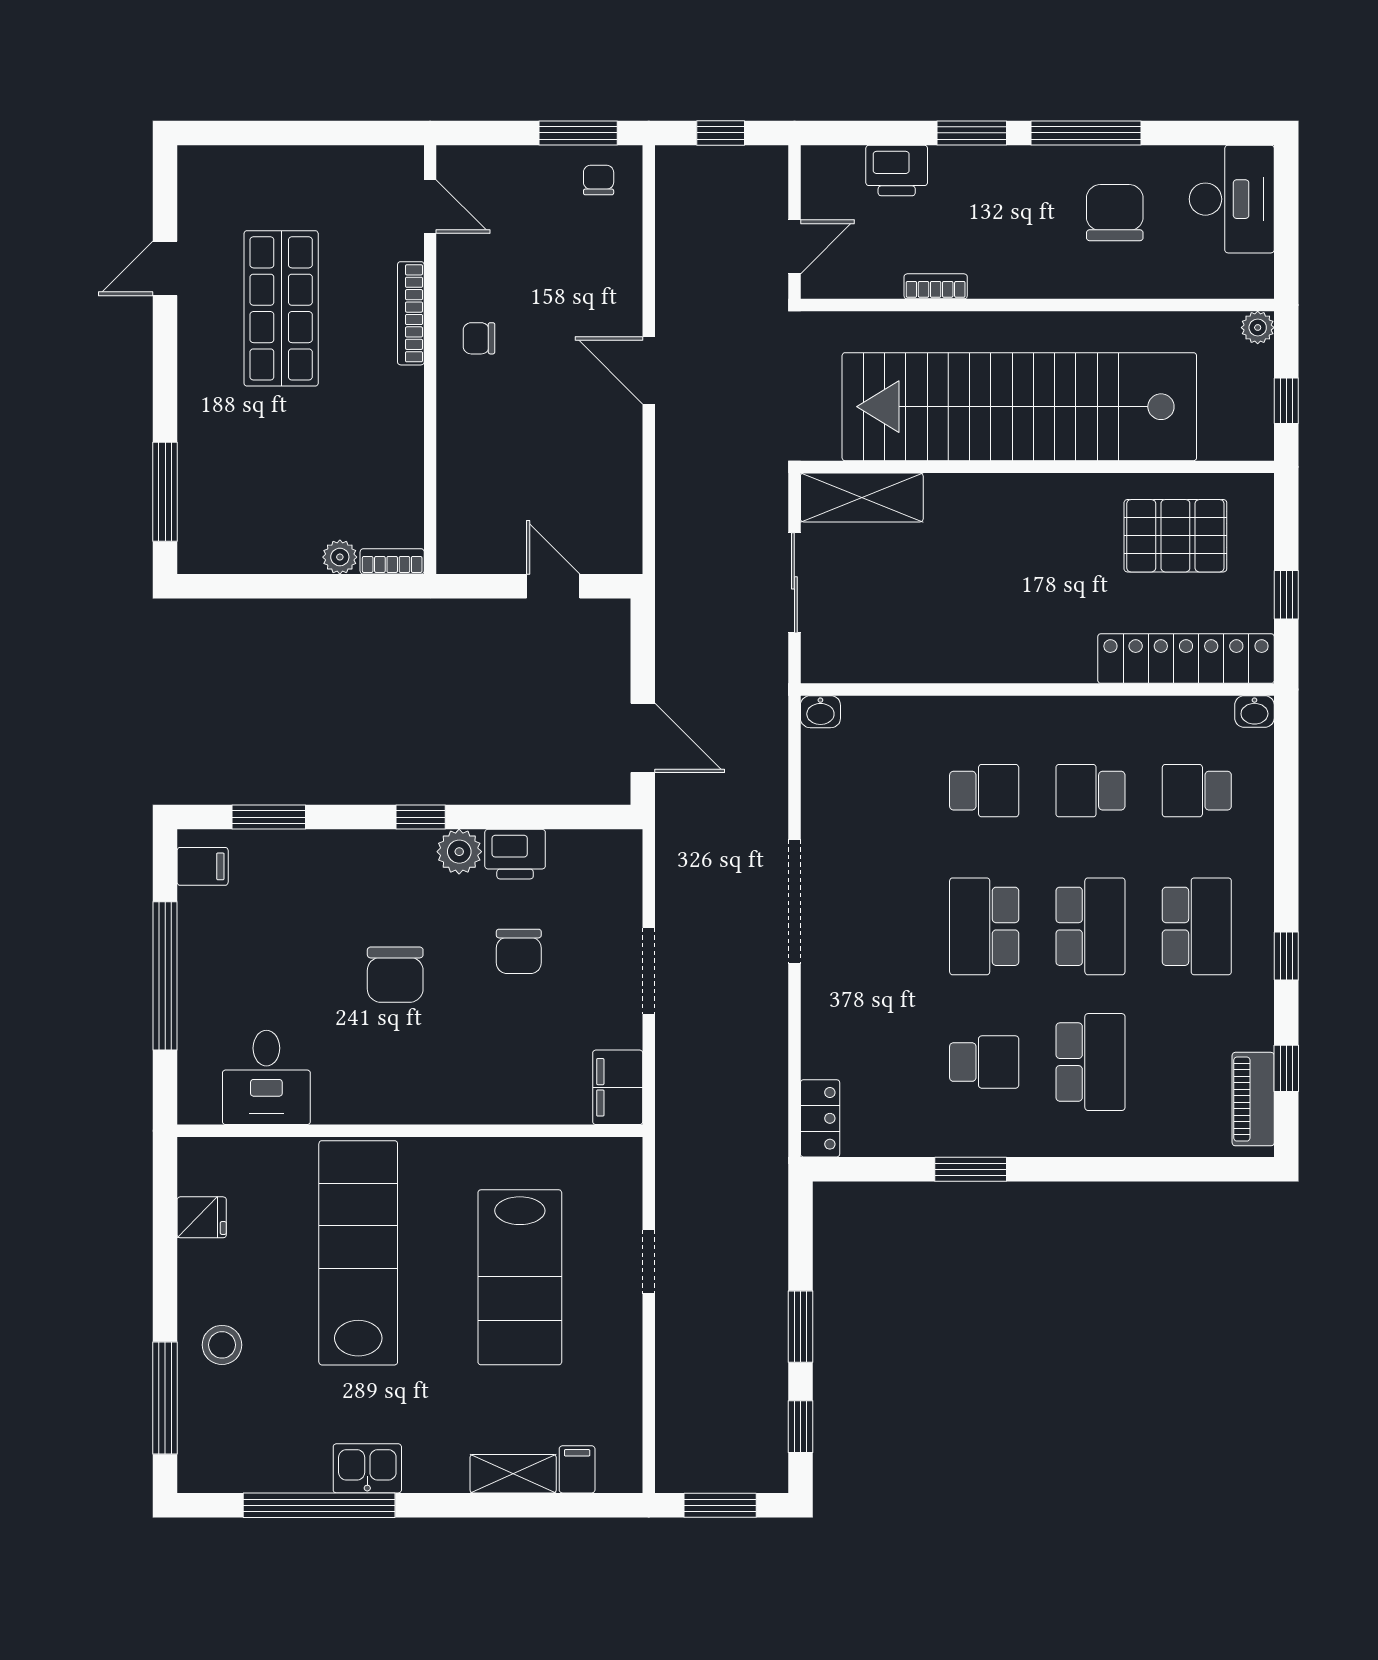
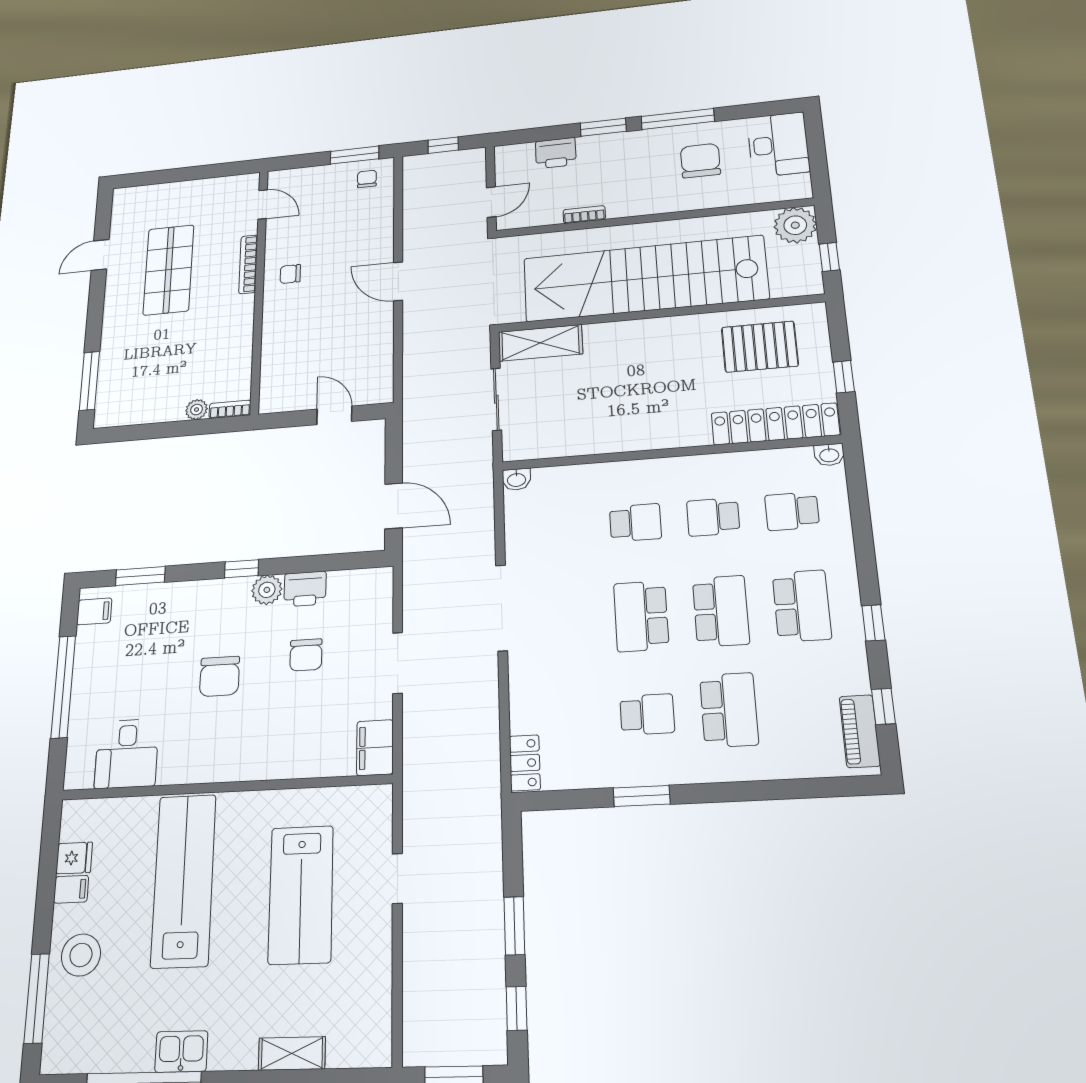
plant: (1258, 328) -> (795, 225), width x1.88, depth x1.88
stool: (222, 1345) -> (81, 955), width x1.38, depth x1.38
filing cabinet: (577, 1469) -> (71, 889), moved, turned 90

